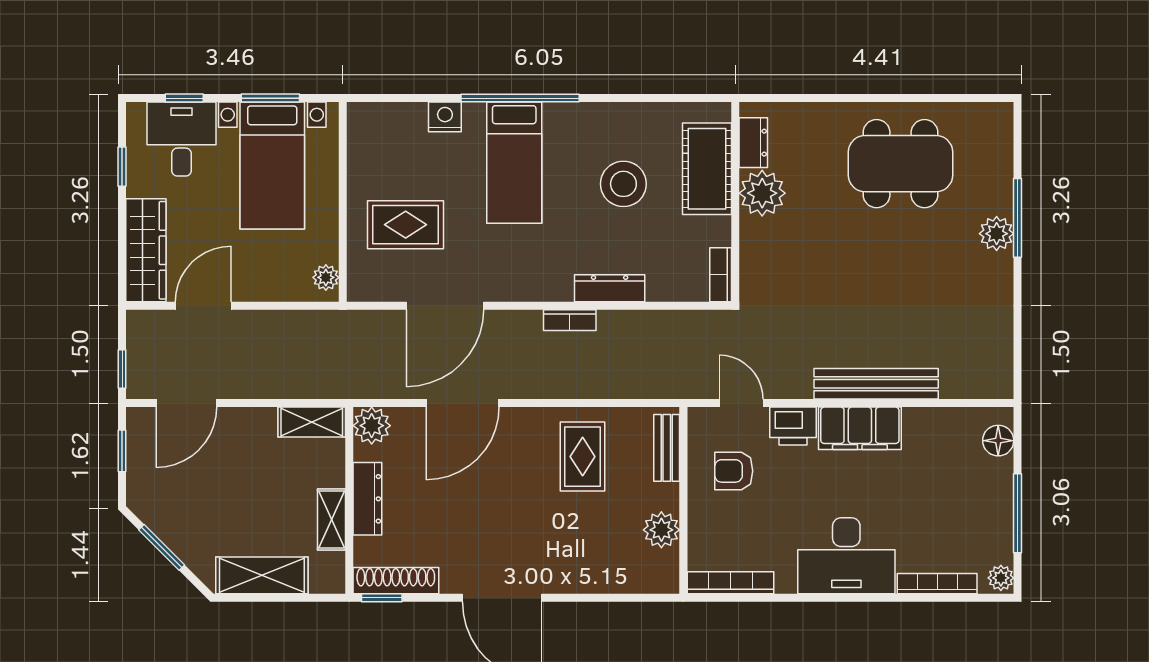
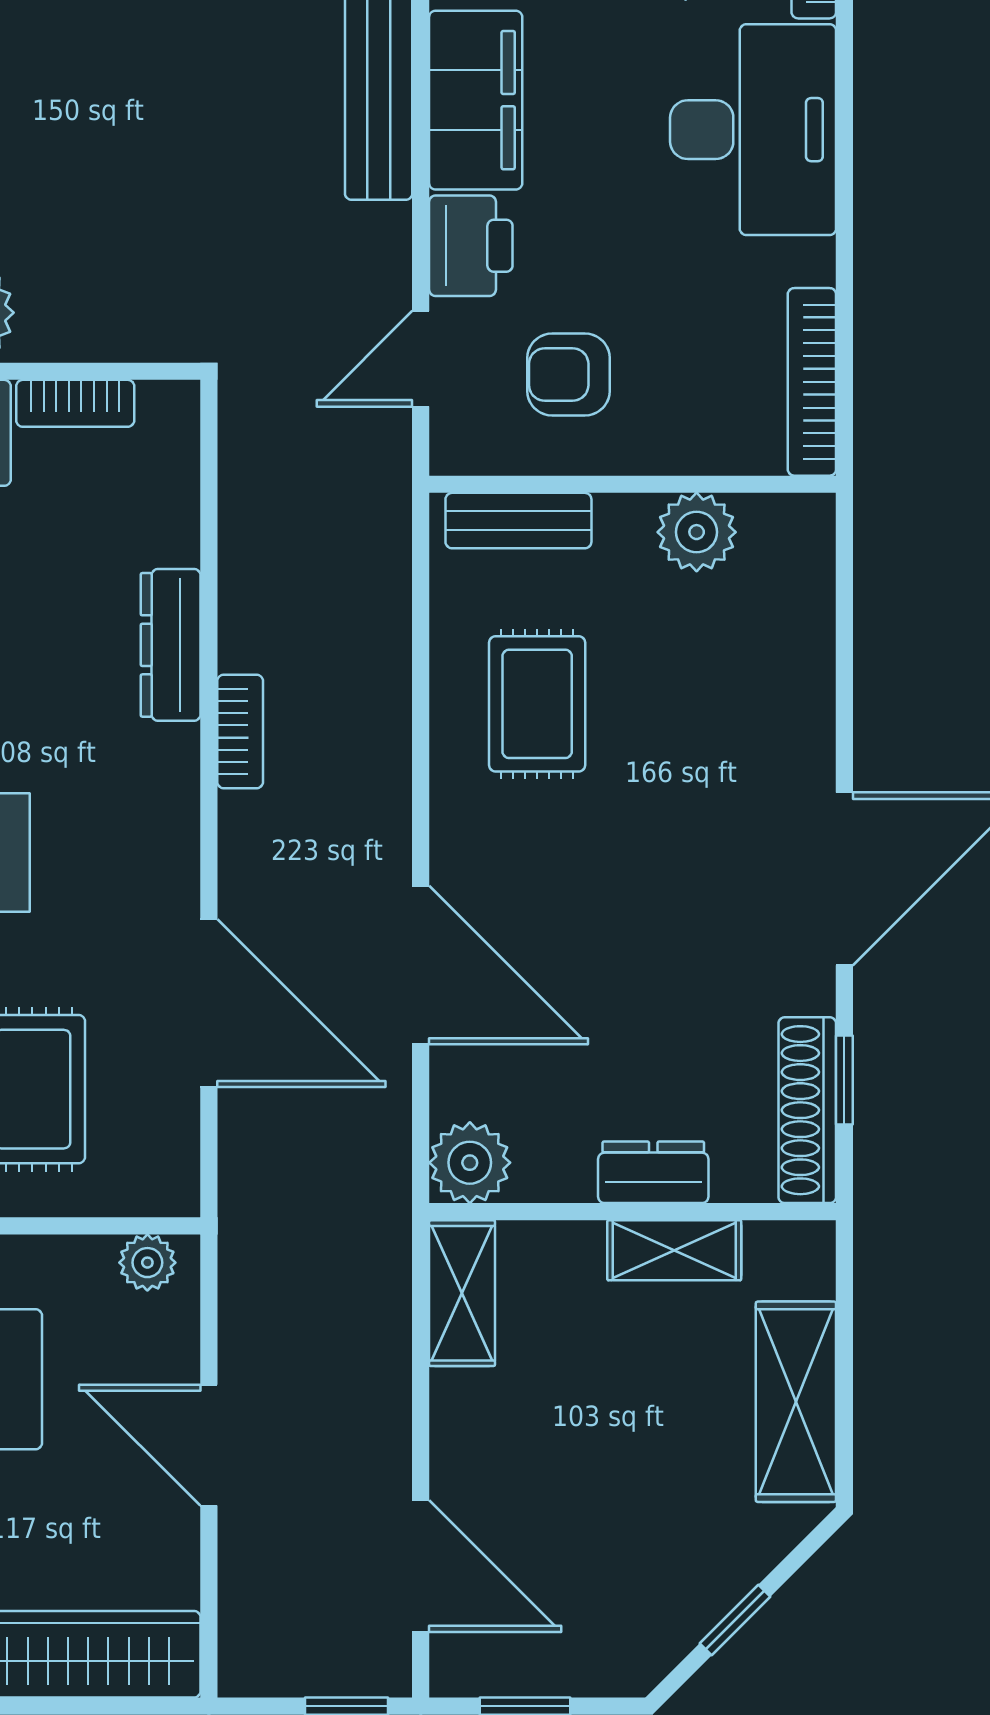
bookcase: (721, 275) -> (75, 403), moved
door: (203, 306) -> (209, 1445), moved
rug: (583, 457) -> (537, 704), turned 90
armchair: (734, 471) -> (569, 374), turned 90
dresser: (367, 499) -> (653, 1172), width x0.70
window: (162, 547) -> (735, 1620), width x0.67
window: (382, 598) -> (844, 1080), moved

